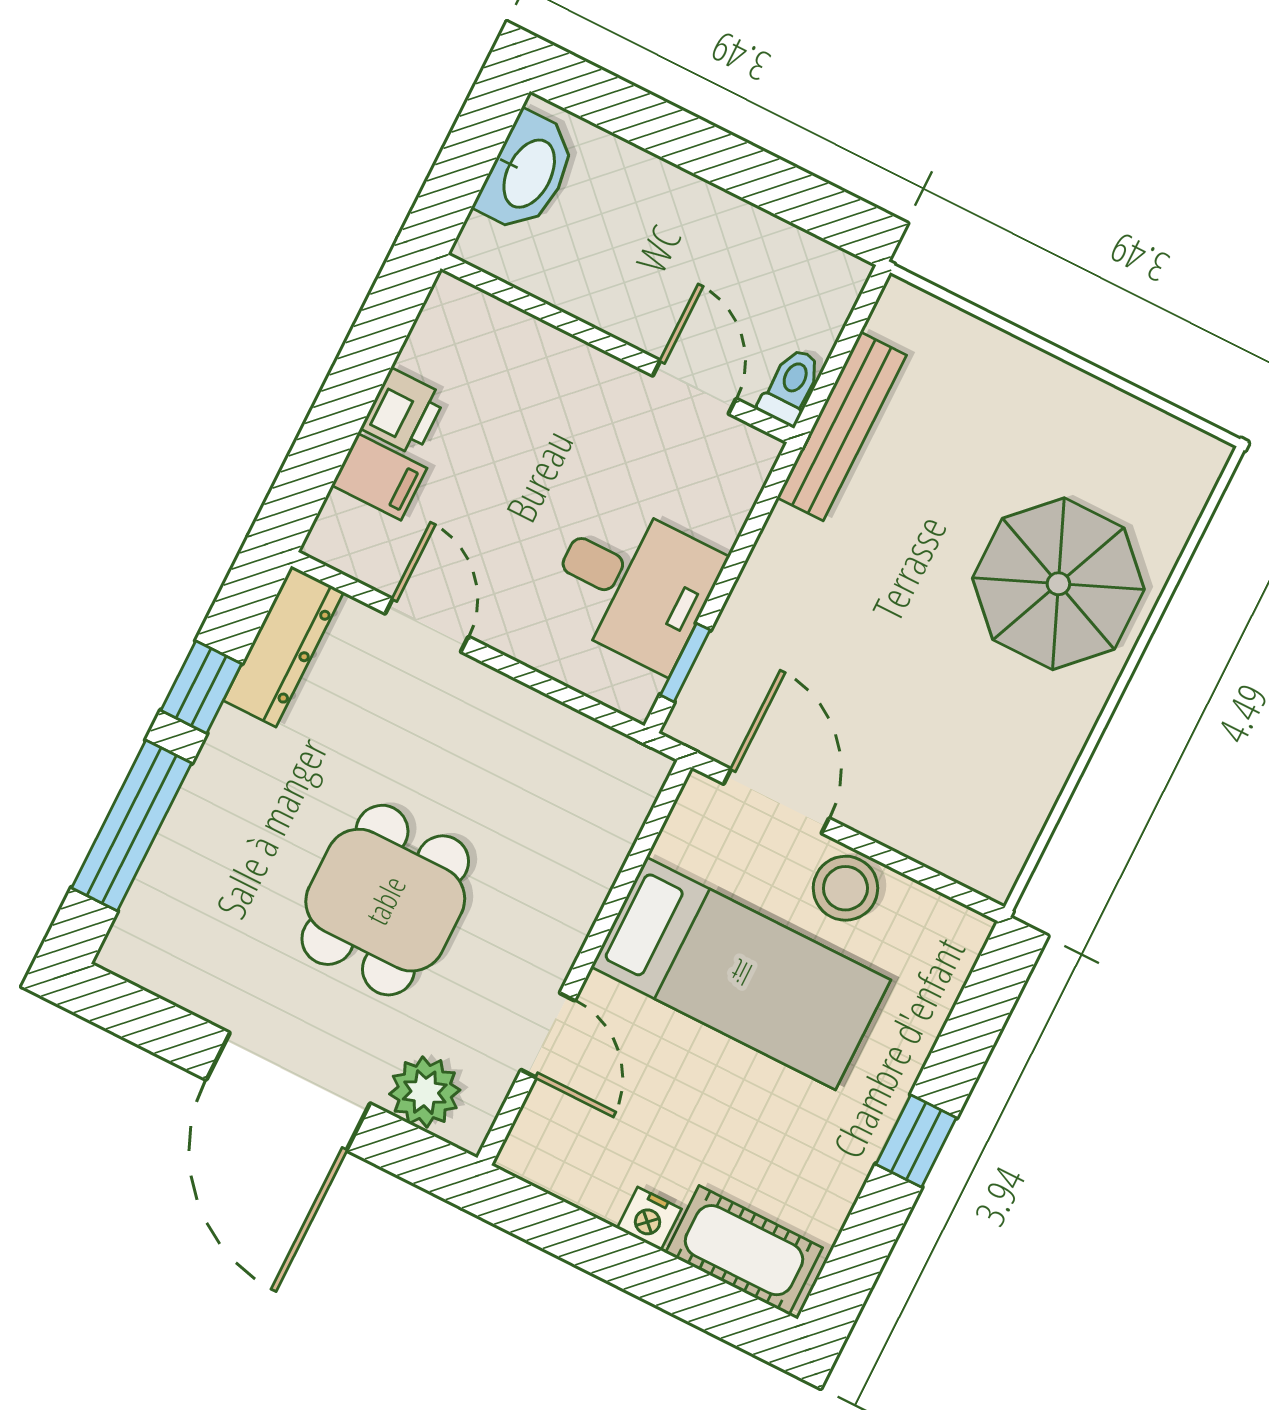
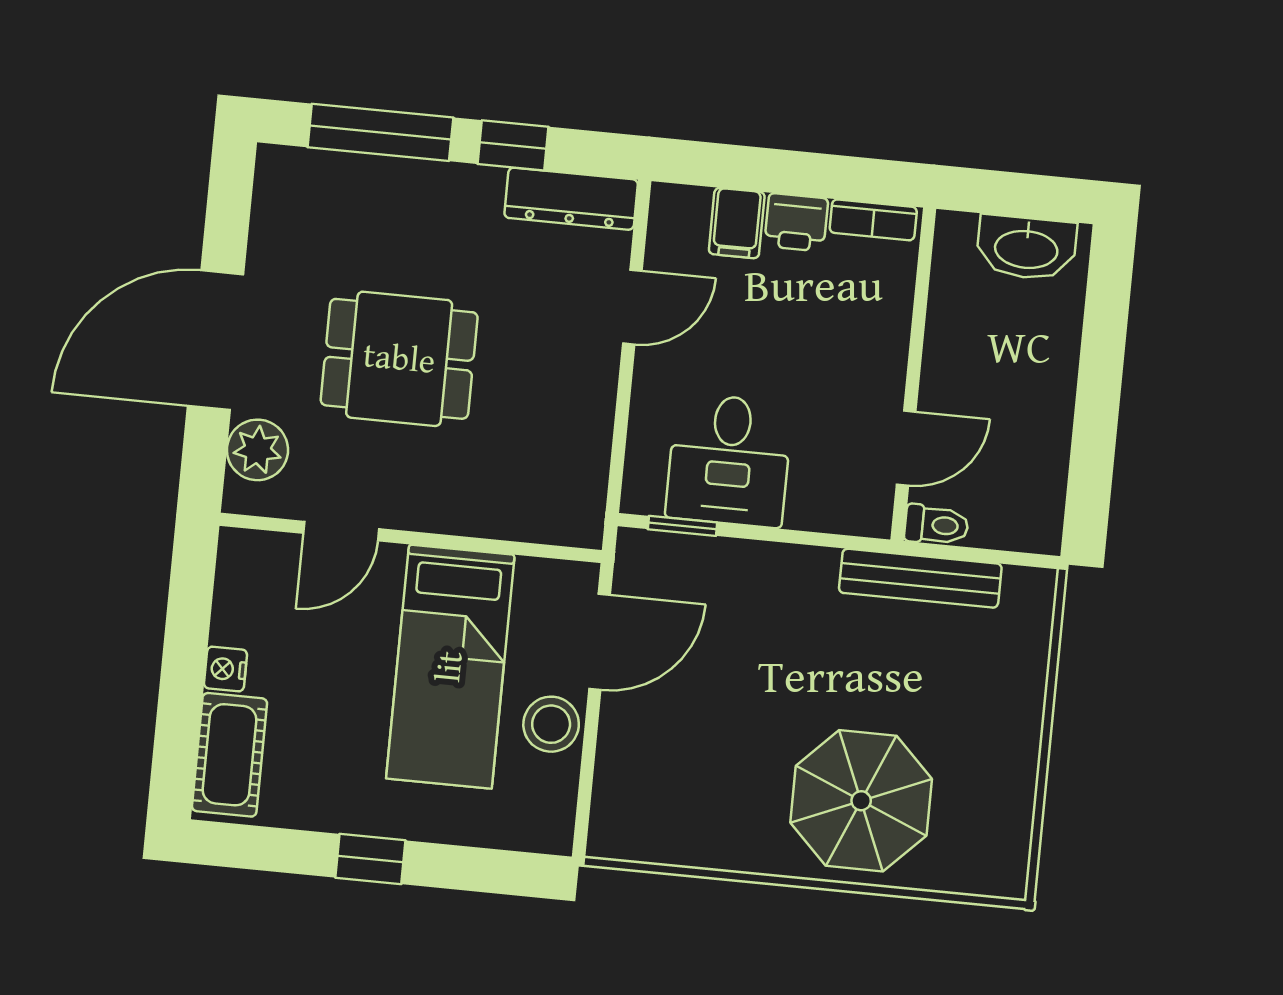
bookcase: (433, 327) -> (873, 220), added

